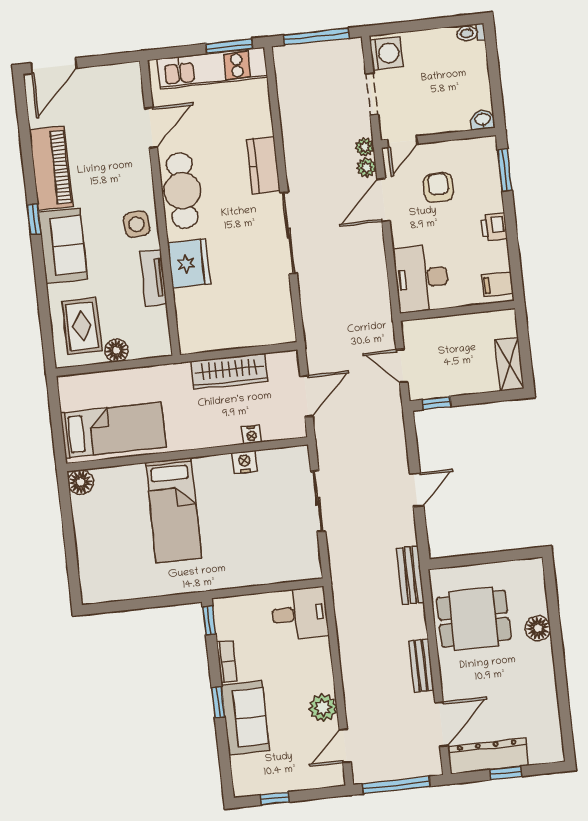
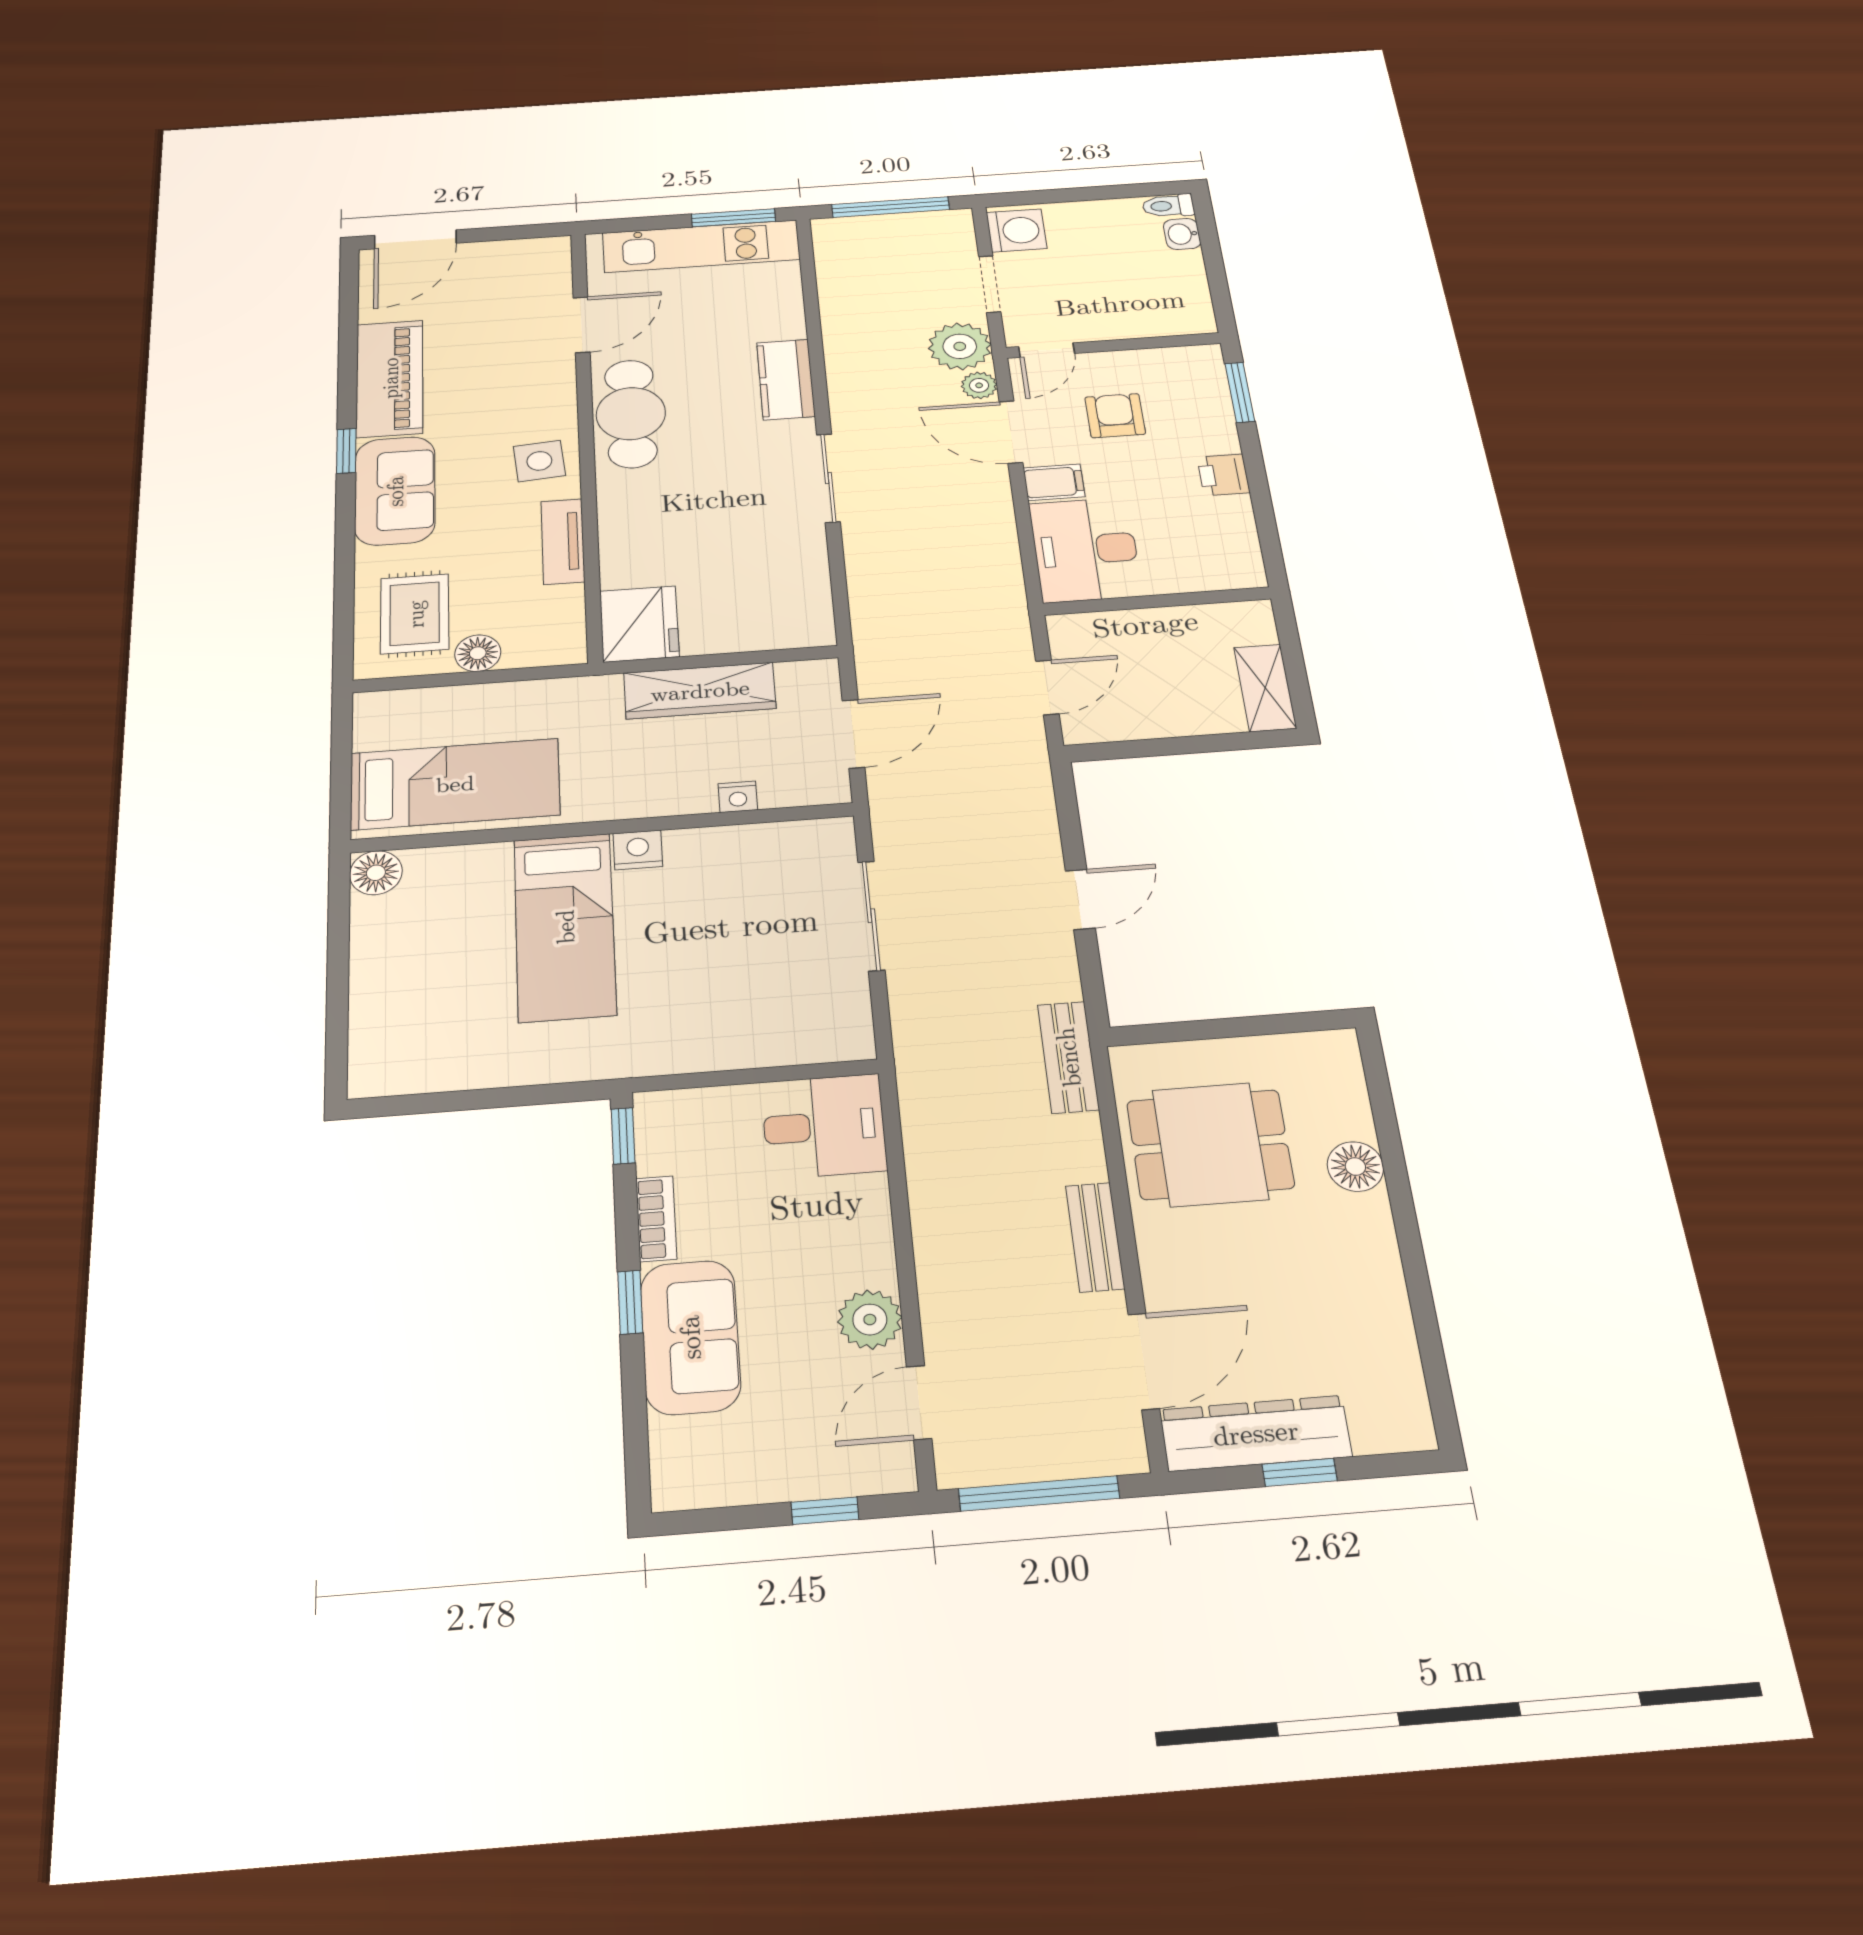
washbasin: (483, 120) -> (1182, 234), moved, turned -90
plant: (365, 147) -> (960, 346), width x1.88, depth x1.88
door: (383, 200) -> (1011, 432), hinge flipped
sliding door: (288, 233) -> (828, 478), width x0.73
fridge: (189, 263) -> (639, 624), moved
filing cabinet: (497, 284) -> (1054, 482), moved, turned 180
door: (402, 366) -> (1047, 687), swing flipped
window: (436, 403) -> (1119, 750), removed
nightstand: (245, 462) -> (638, 850), moved
window: (275, 798) -> (825, 1511), moved

